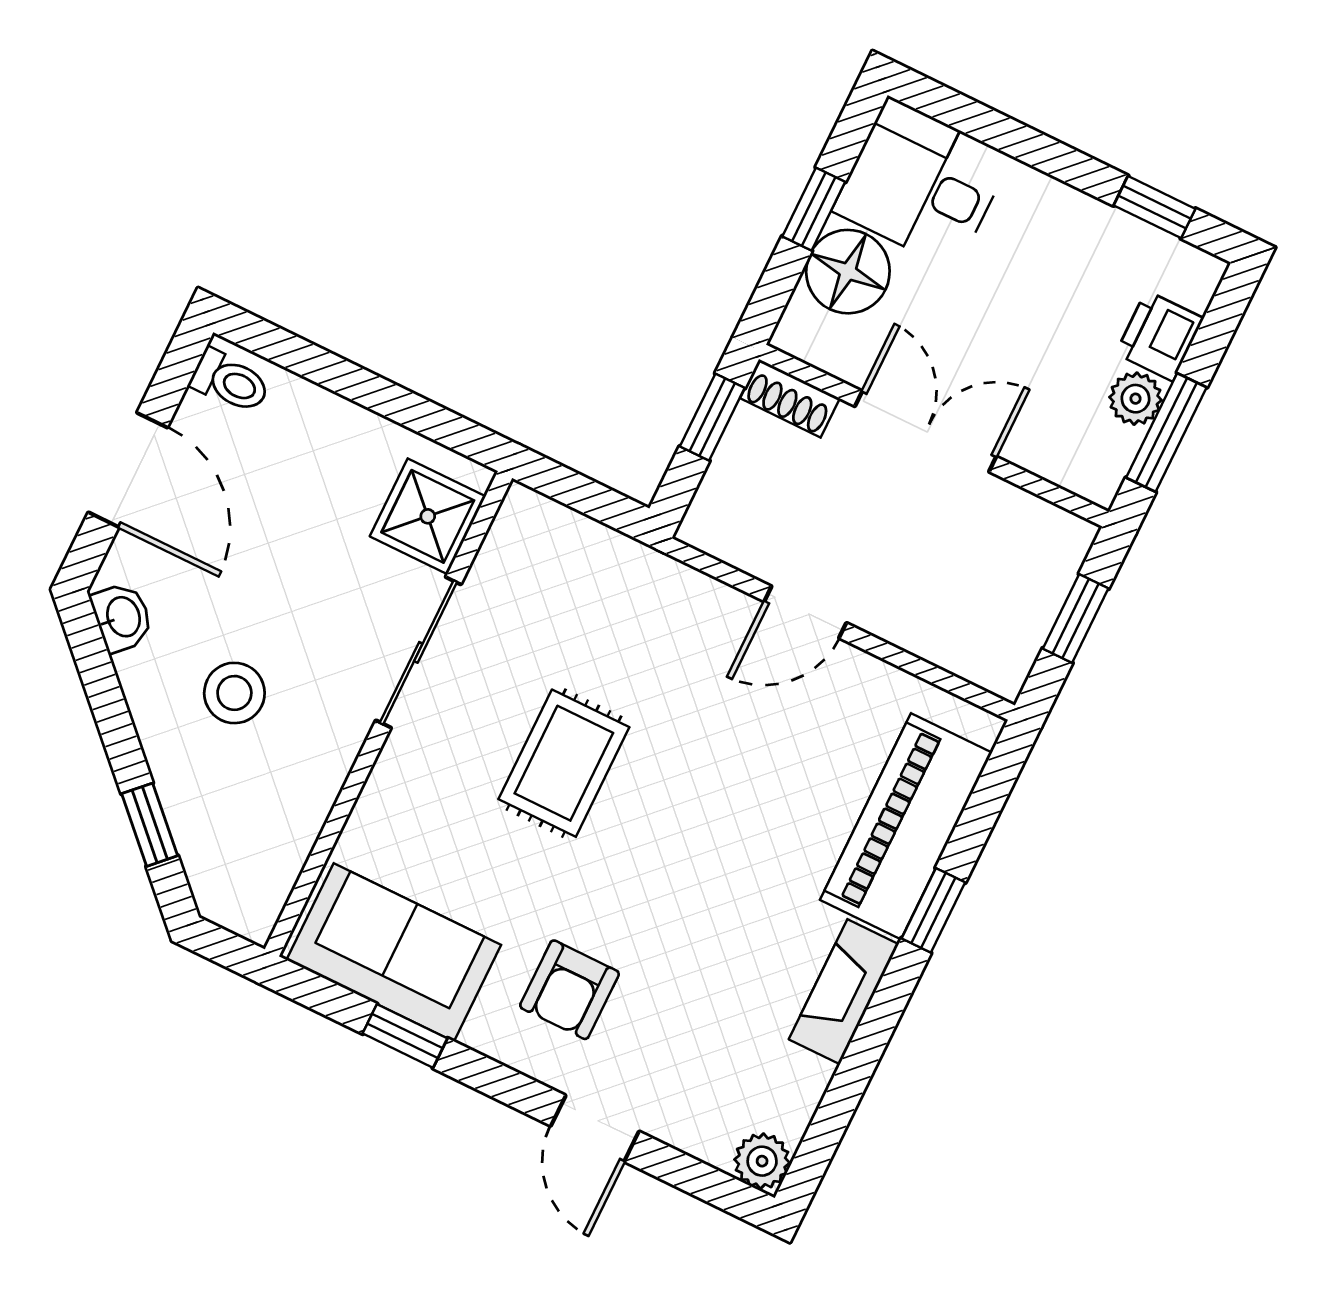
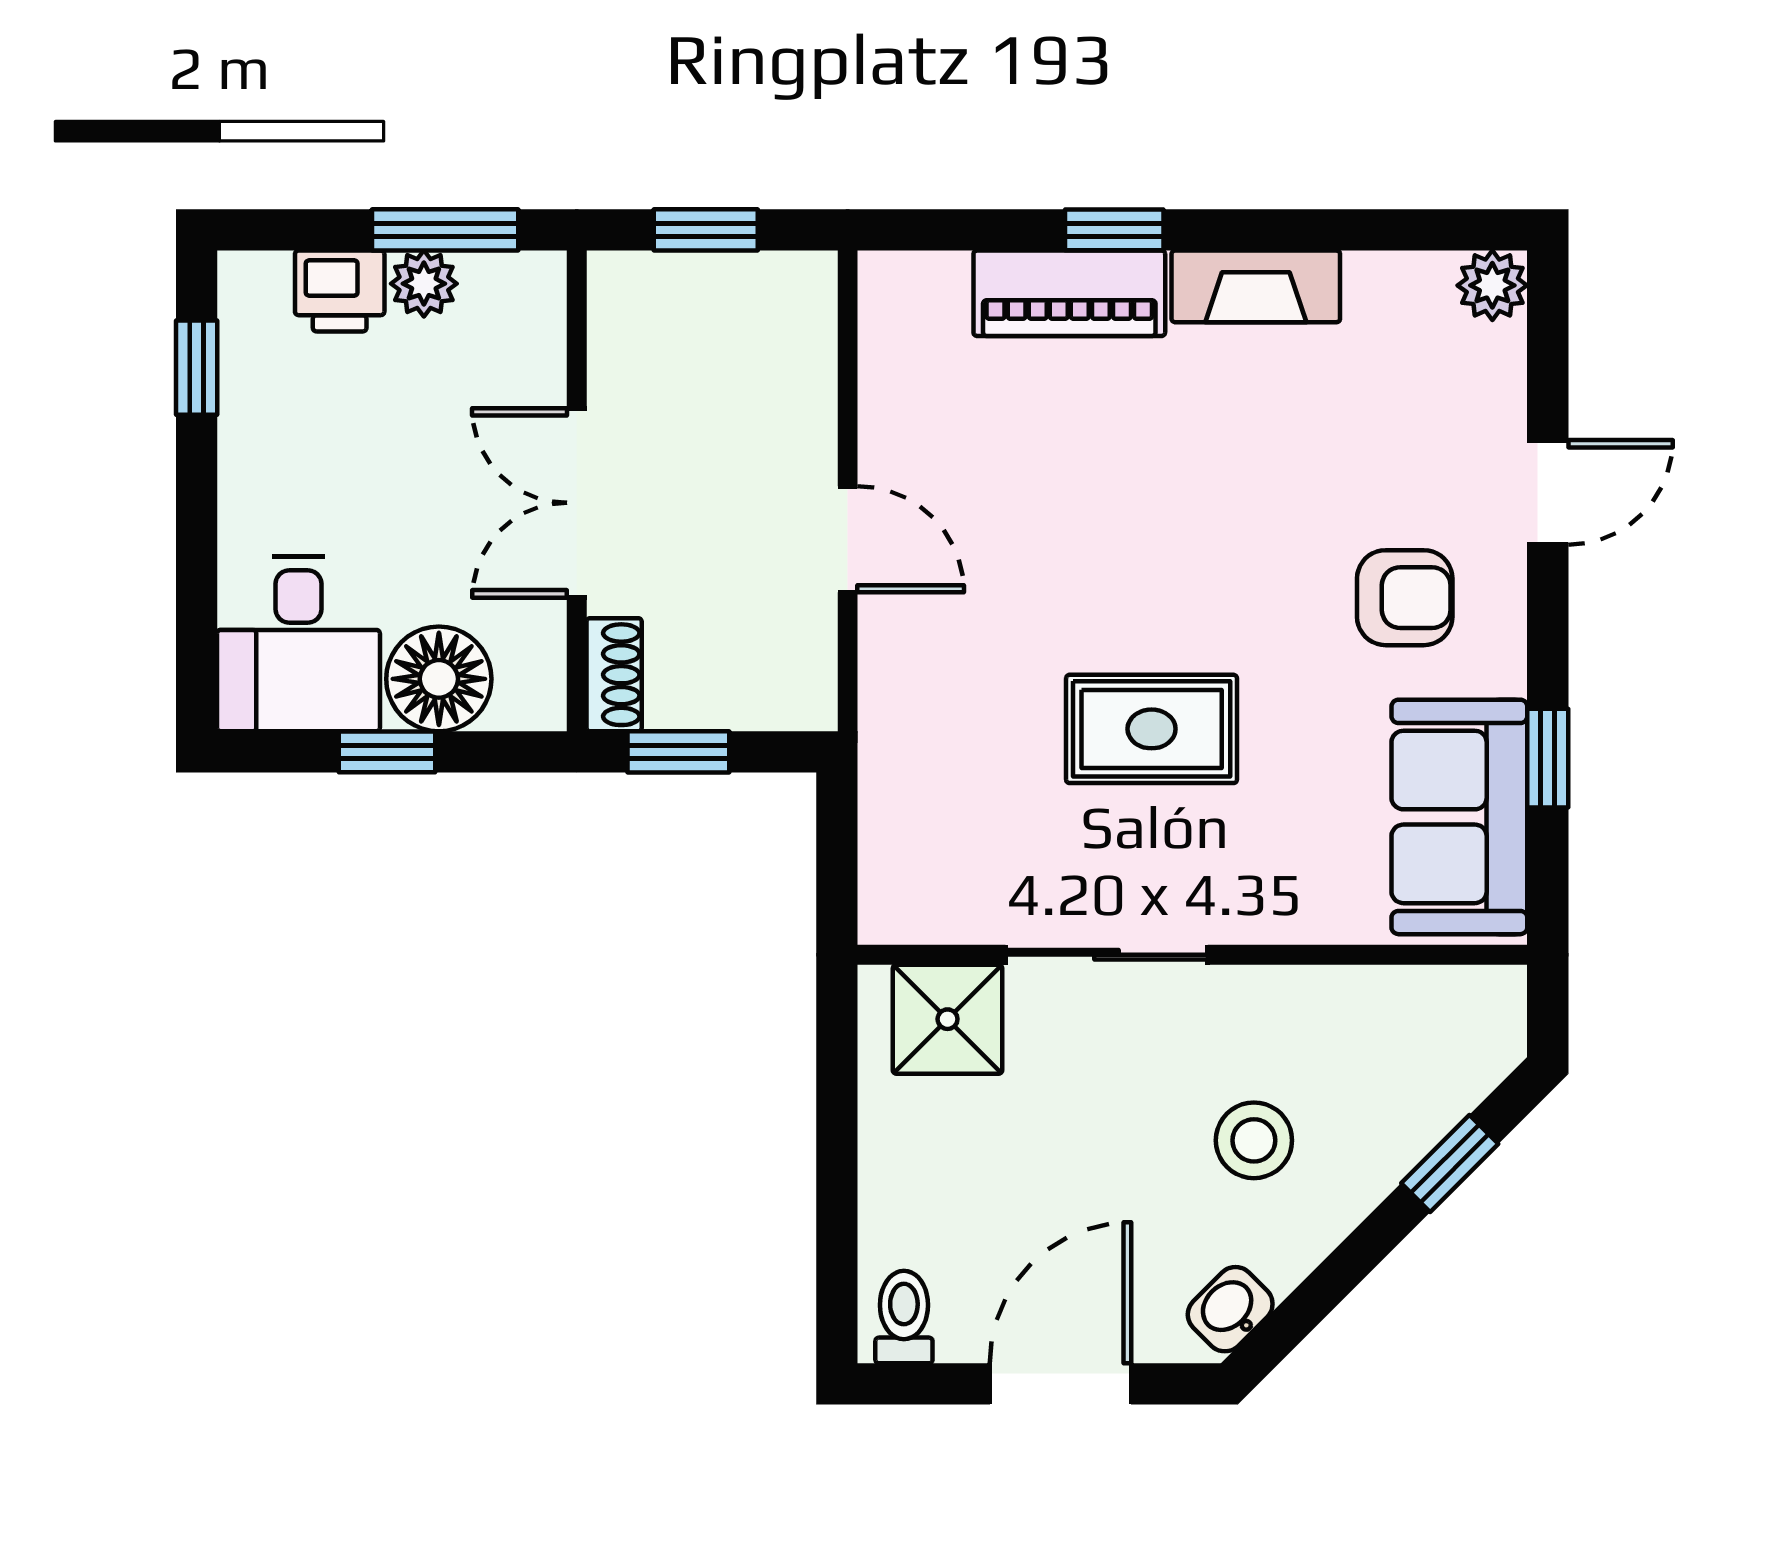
piano: (906, 826) -> (1069, 293), width x0.73, depth x0.75

